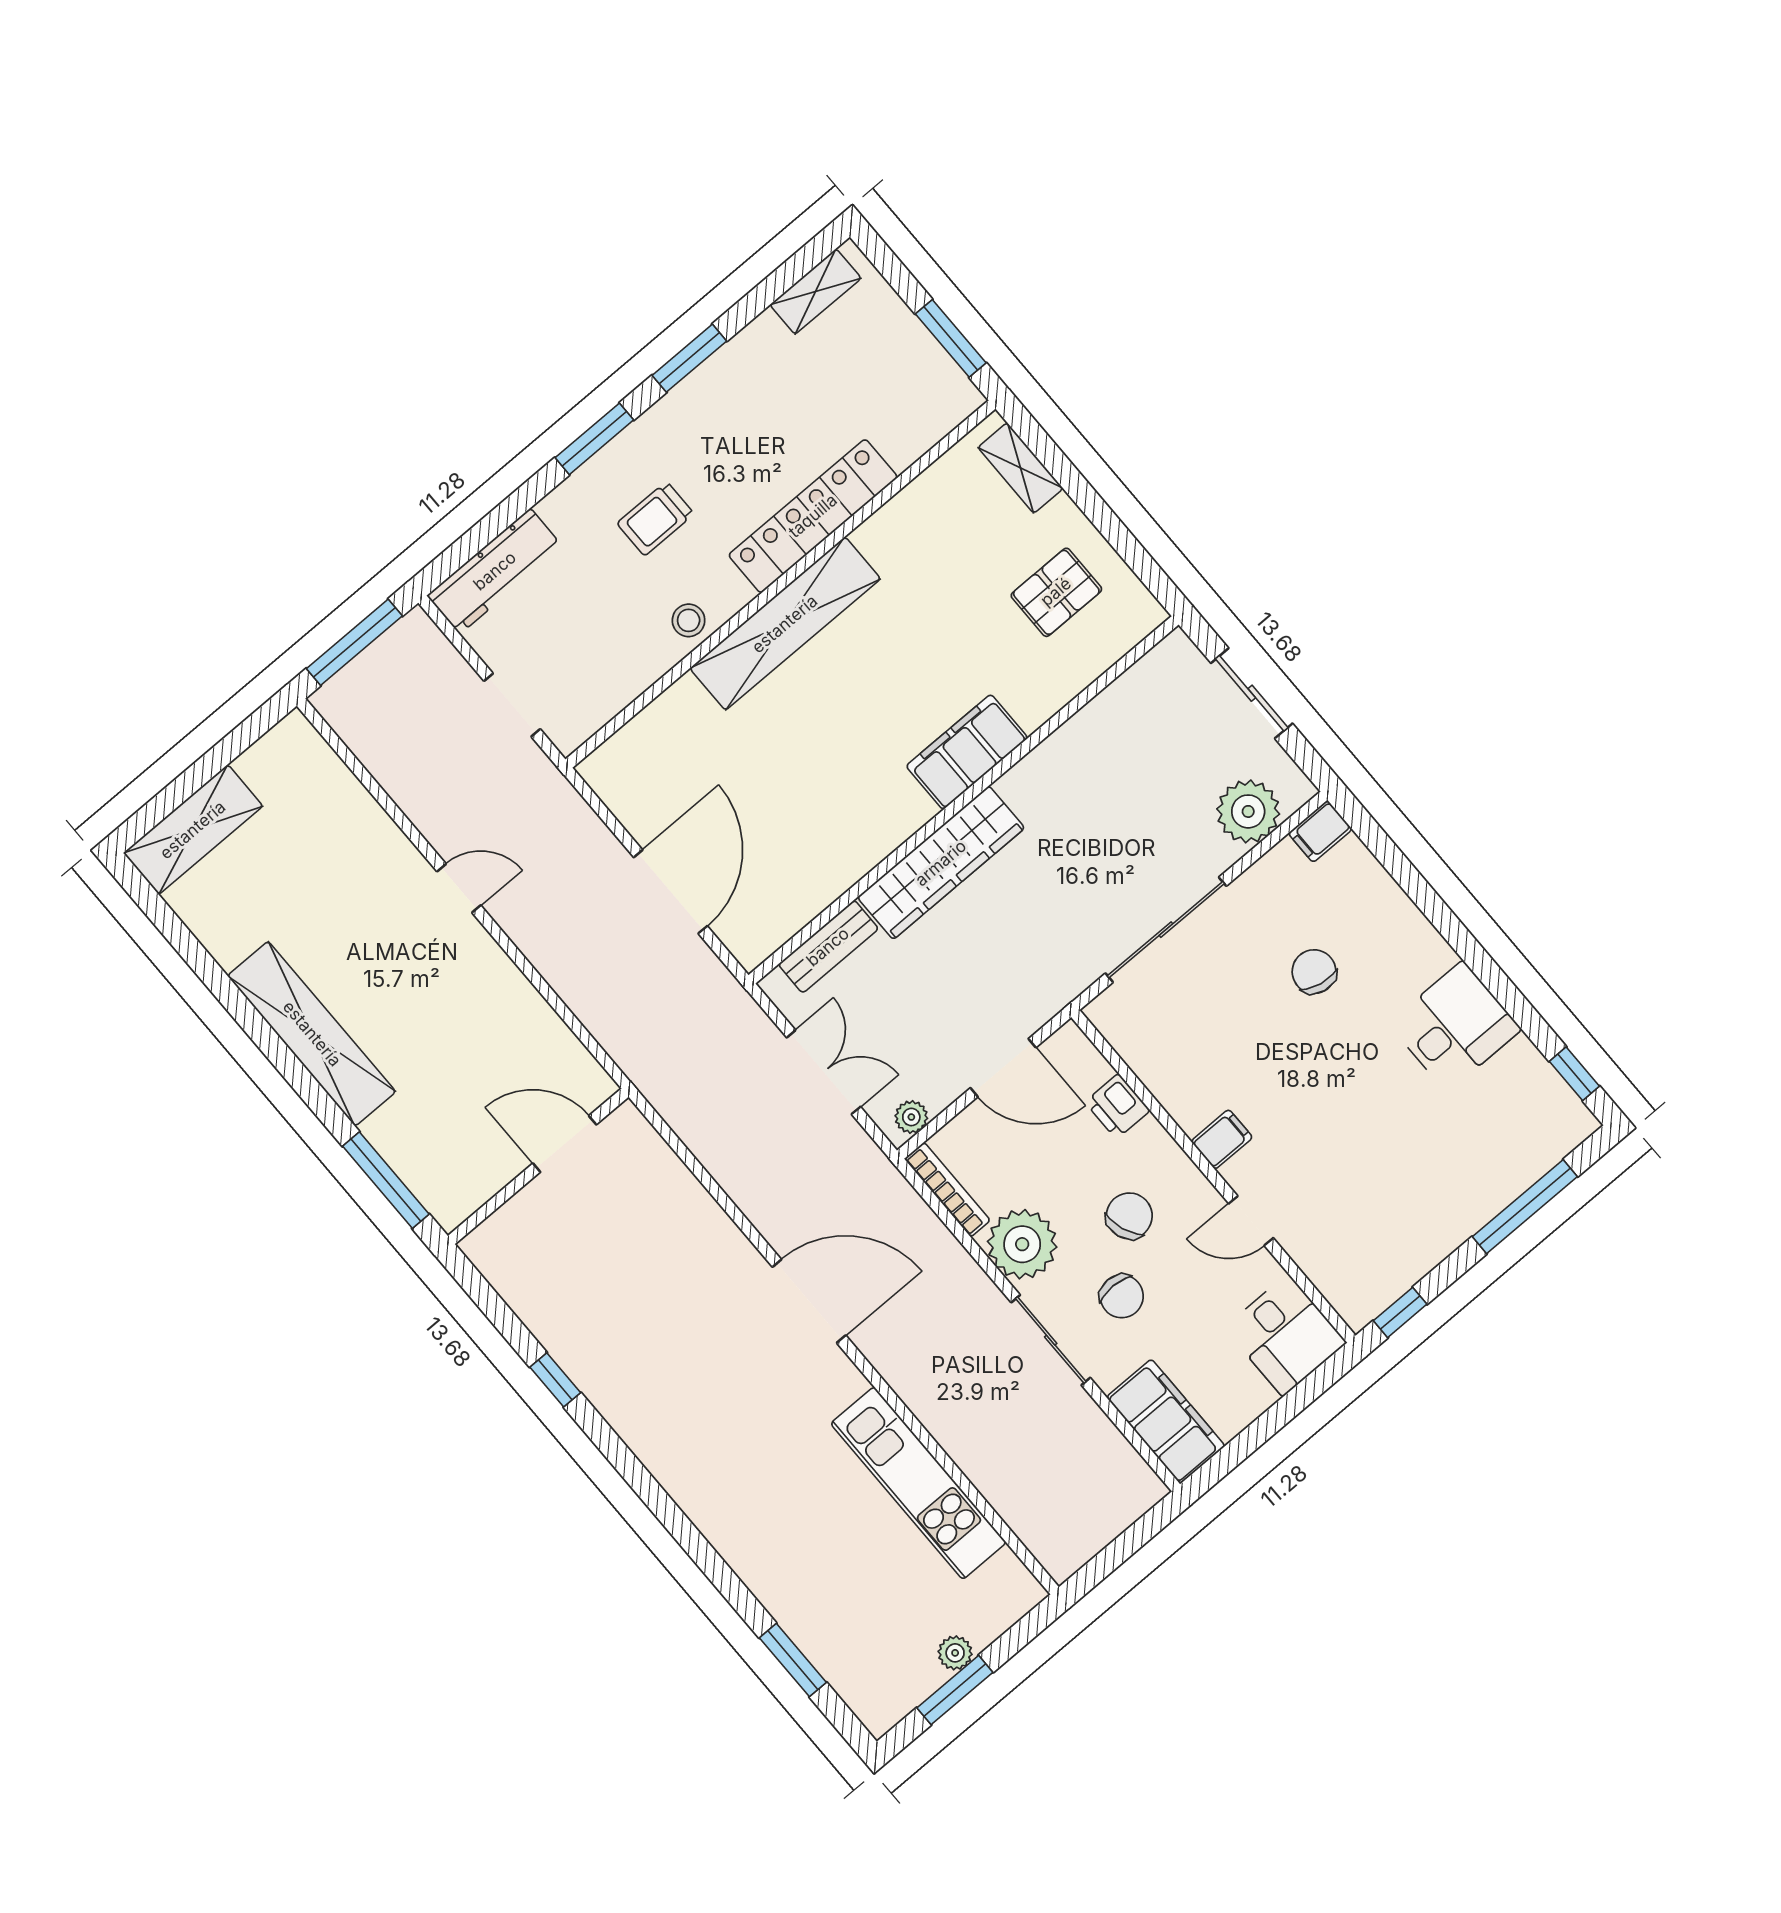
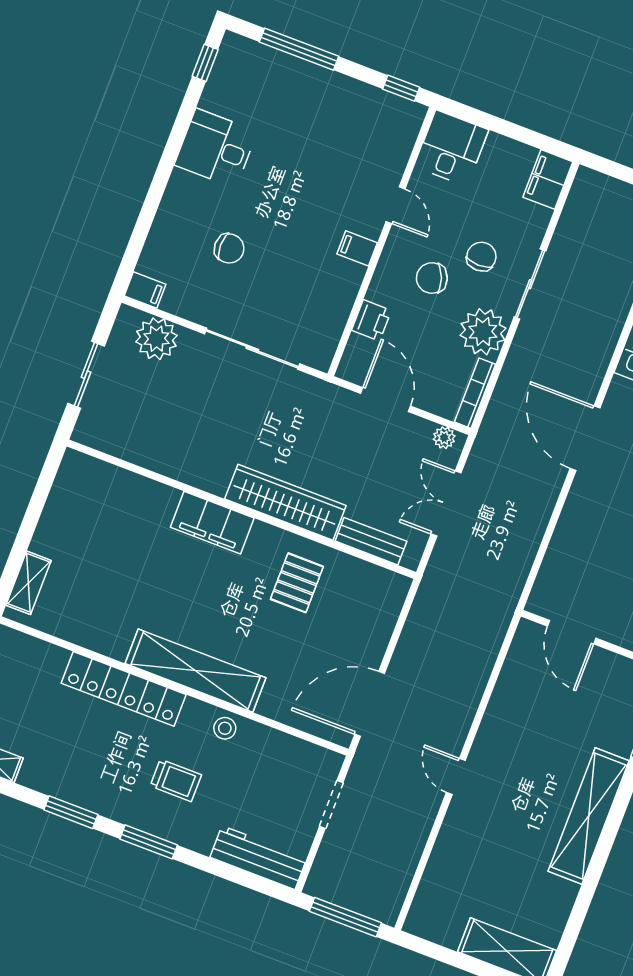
pallet: (1056, 592) -> (297, 583), moved, turned 90
door: (670, 892) -> (370, 704), moved
chair: (1314, 972) -> (229, 248), turned -101
filing cabinet: (1166, 1421) -> (548, 179), width x0.67, depth x0.86

